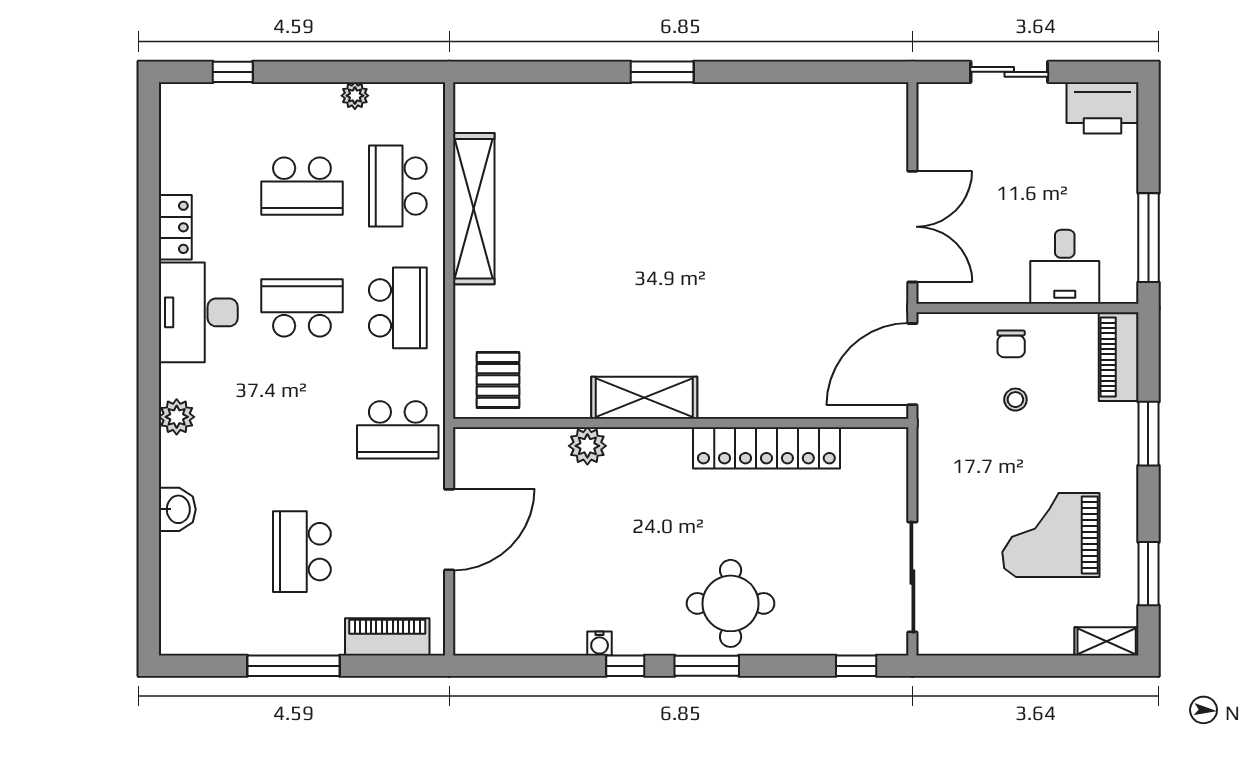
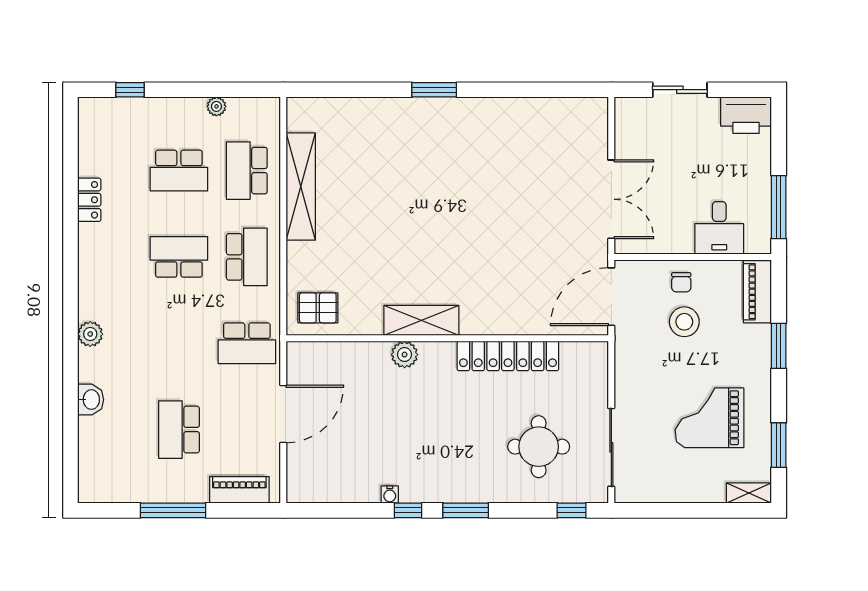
desk: (198, 312) -> (106, 260), removed
pallet: (498, 380) -> (318, 308), turned 90
stool: (1015, 400) -> (684, 322), width x1.89, depth x1.89
plant: (587, 446) -> (405, 355), moved
round table: (731, 603) -> (539, 447), moved

